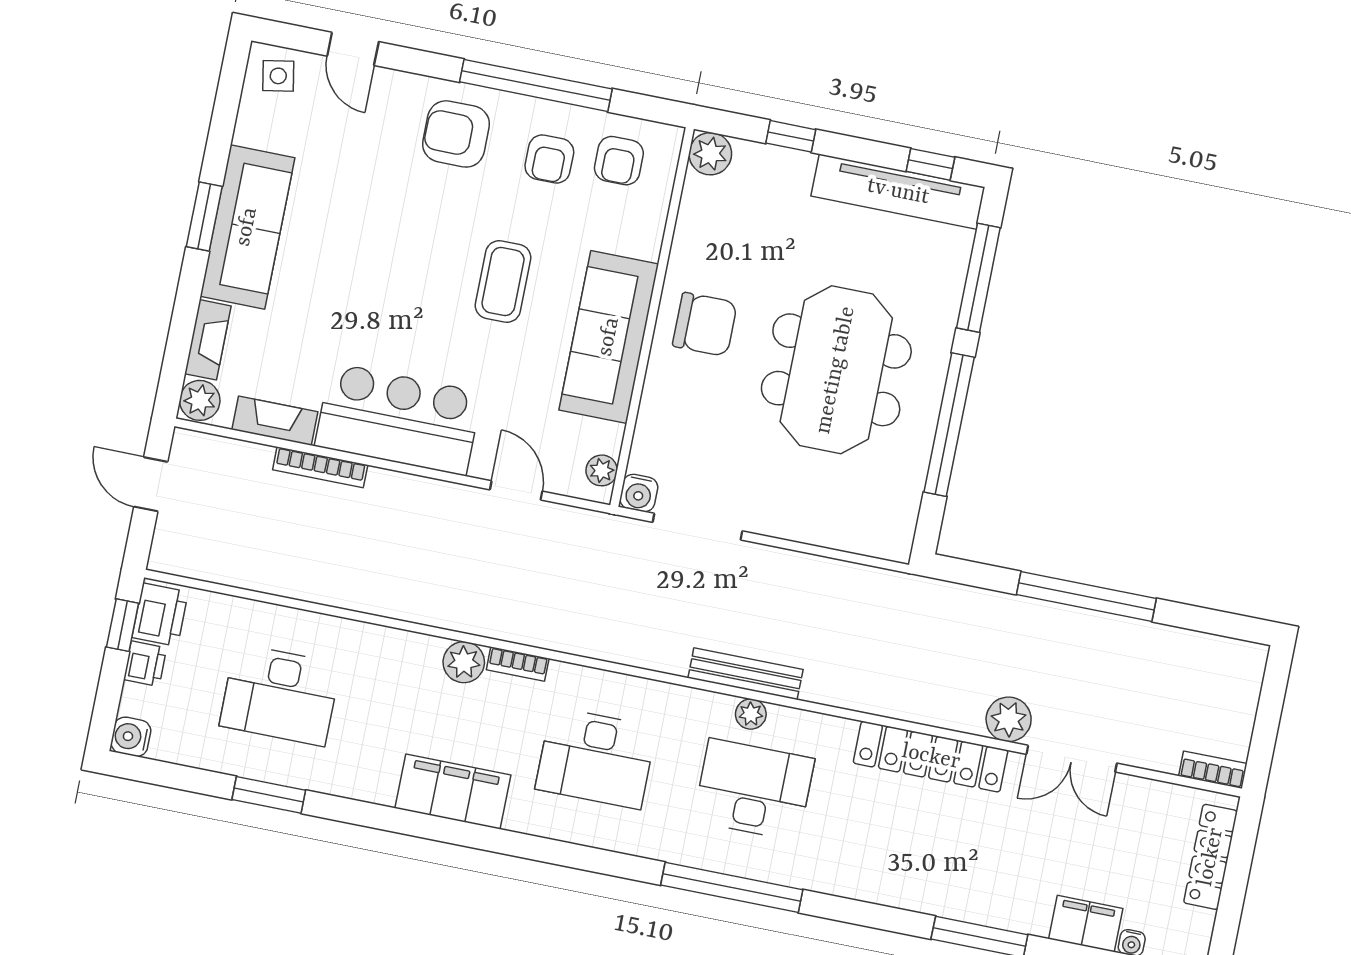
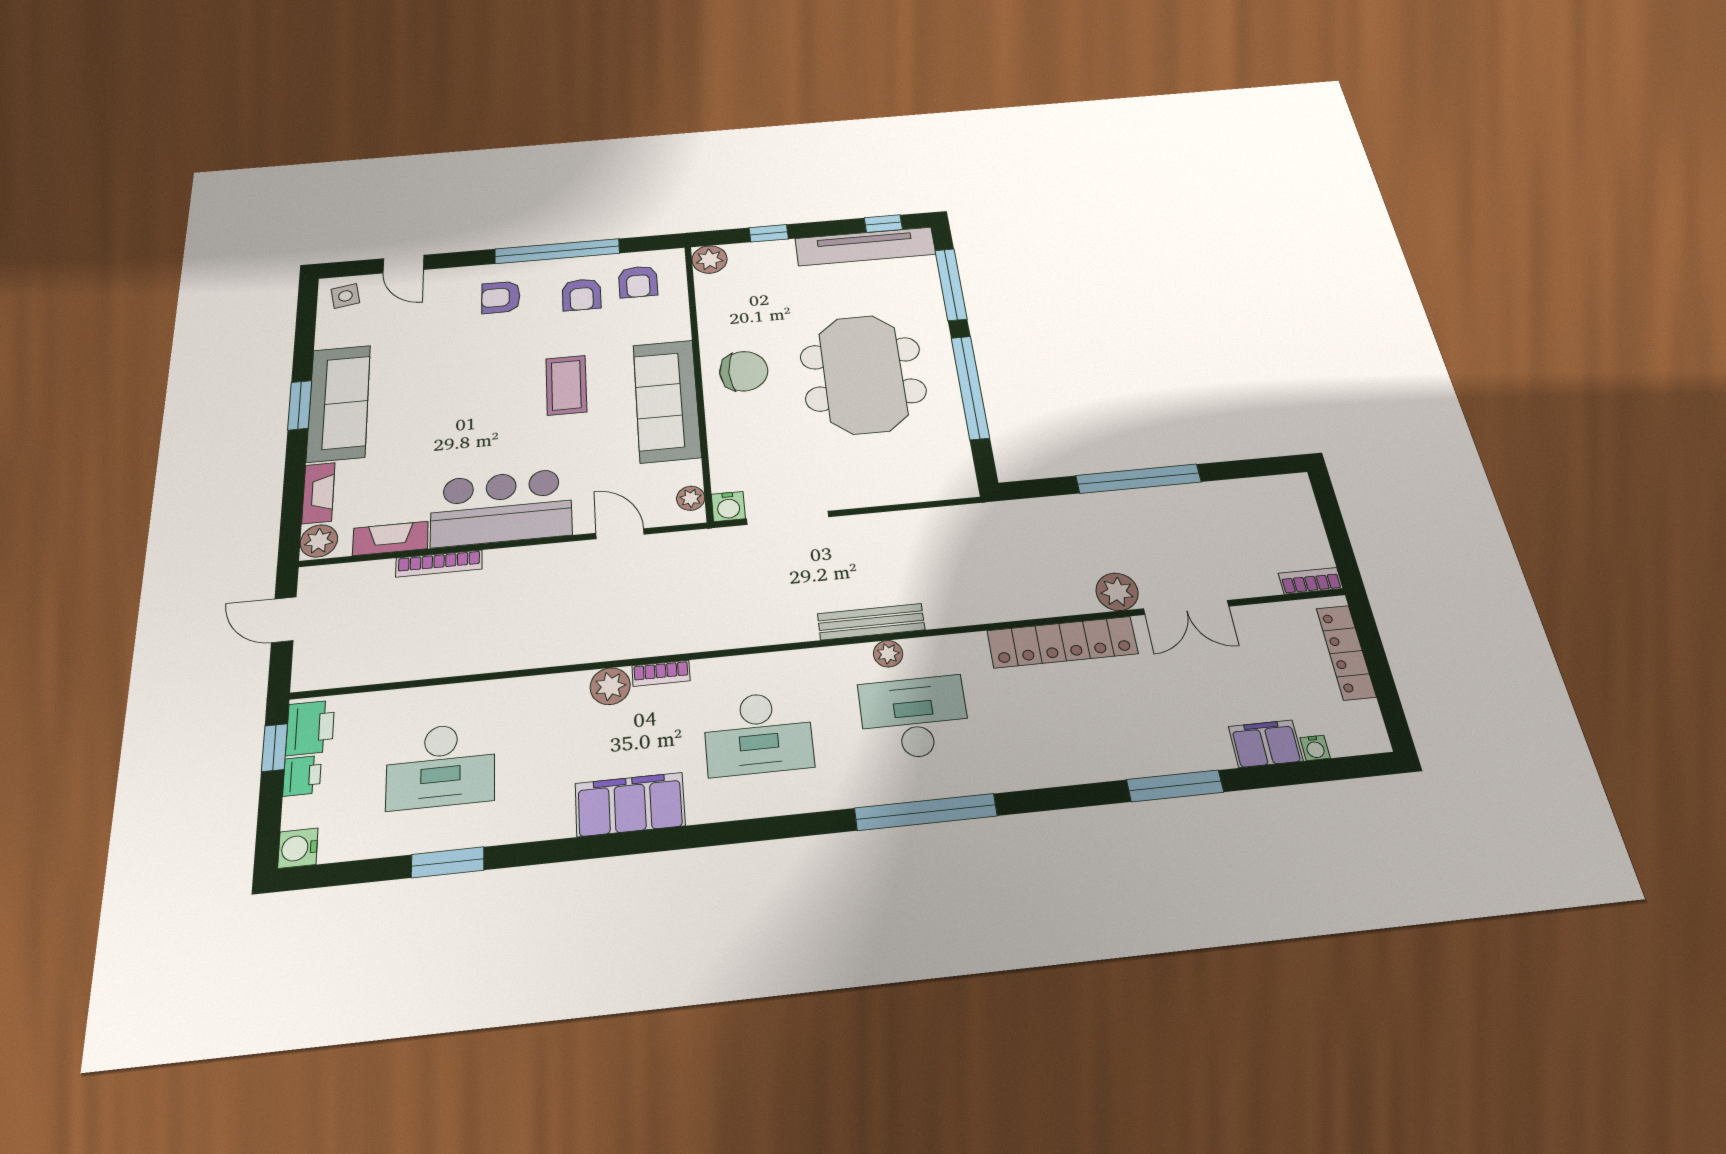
armchair: (456, 134) -> (501, 297), width x0.72, depth x0.72

